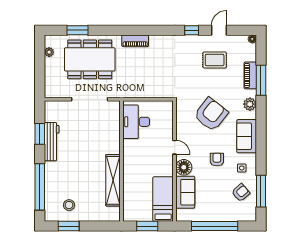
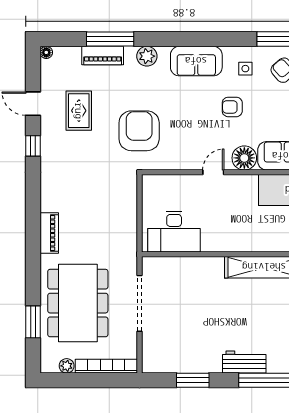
bookcase: (49, 78) -> (106, 366), added
armchair: (211, 114) -> (139, 131), moved, turned 52
workbench: (52, 142) -> (244, 362), moved, width x0.73

